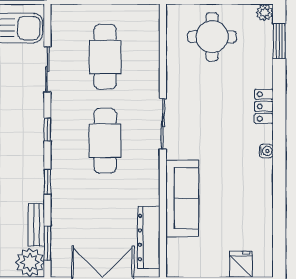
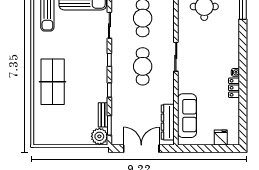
locker: (264, 106) -> (234, 88), moved
sofa: (182, 198) -> (187, 116), moved

